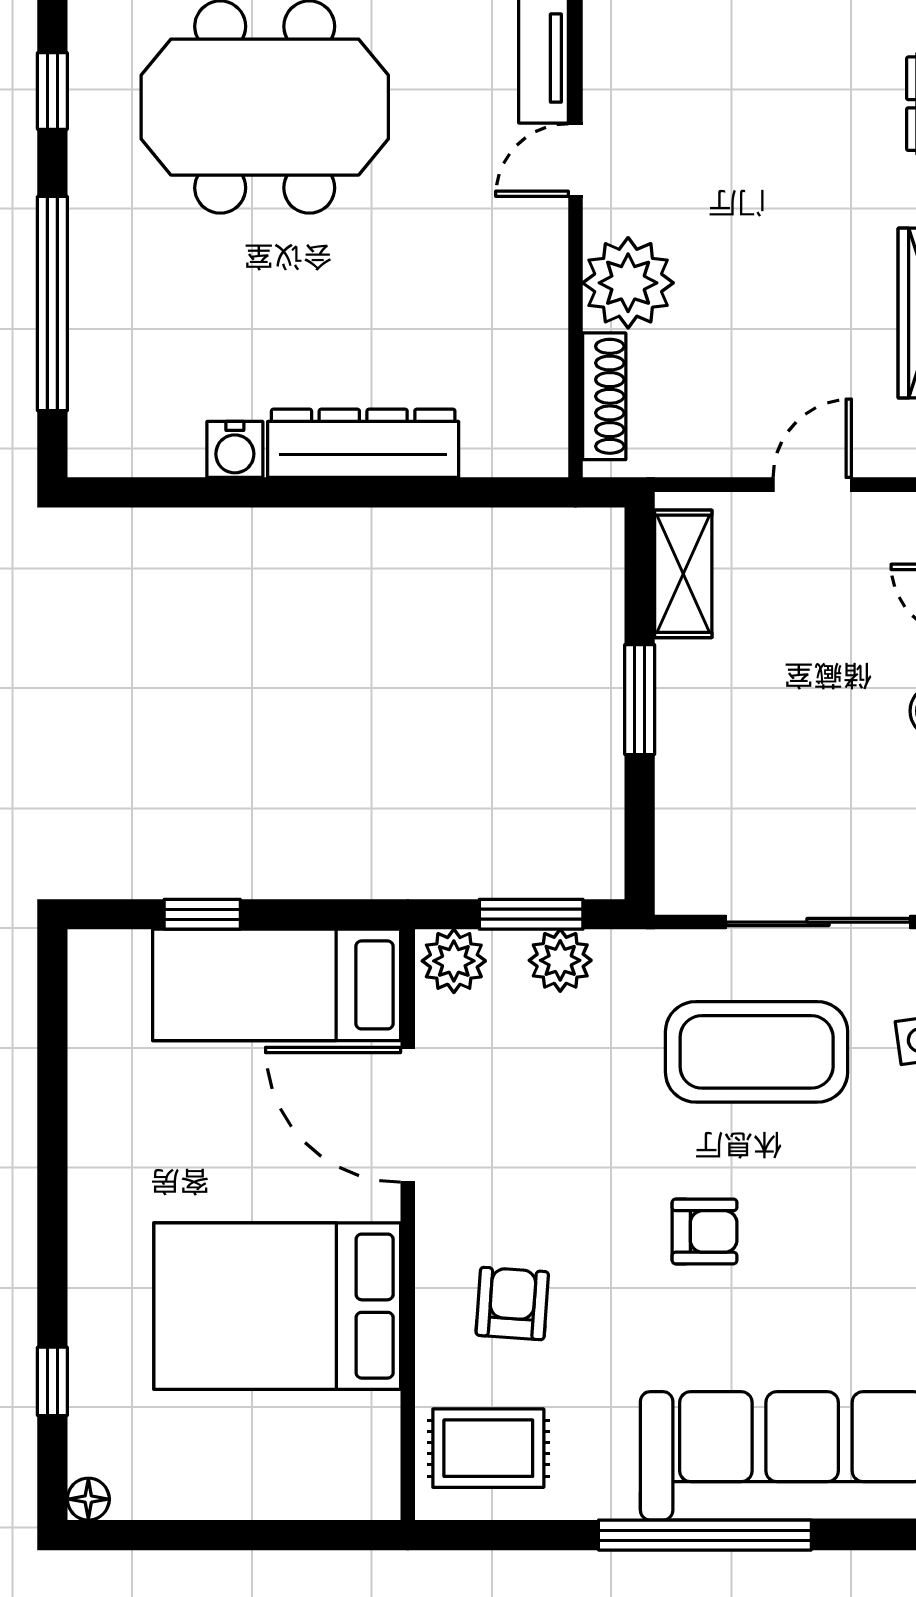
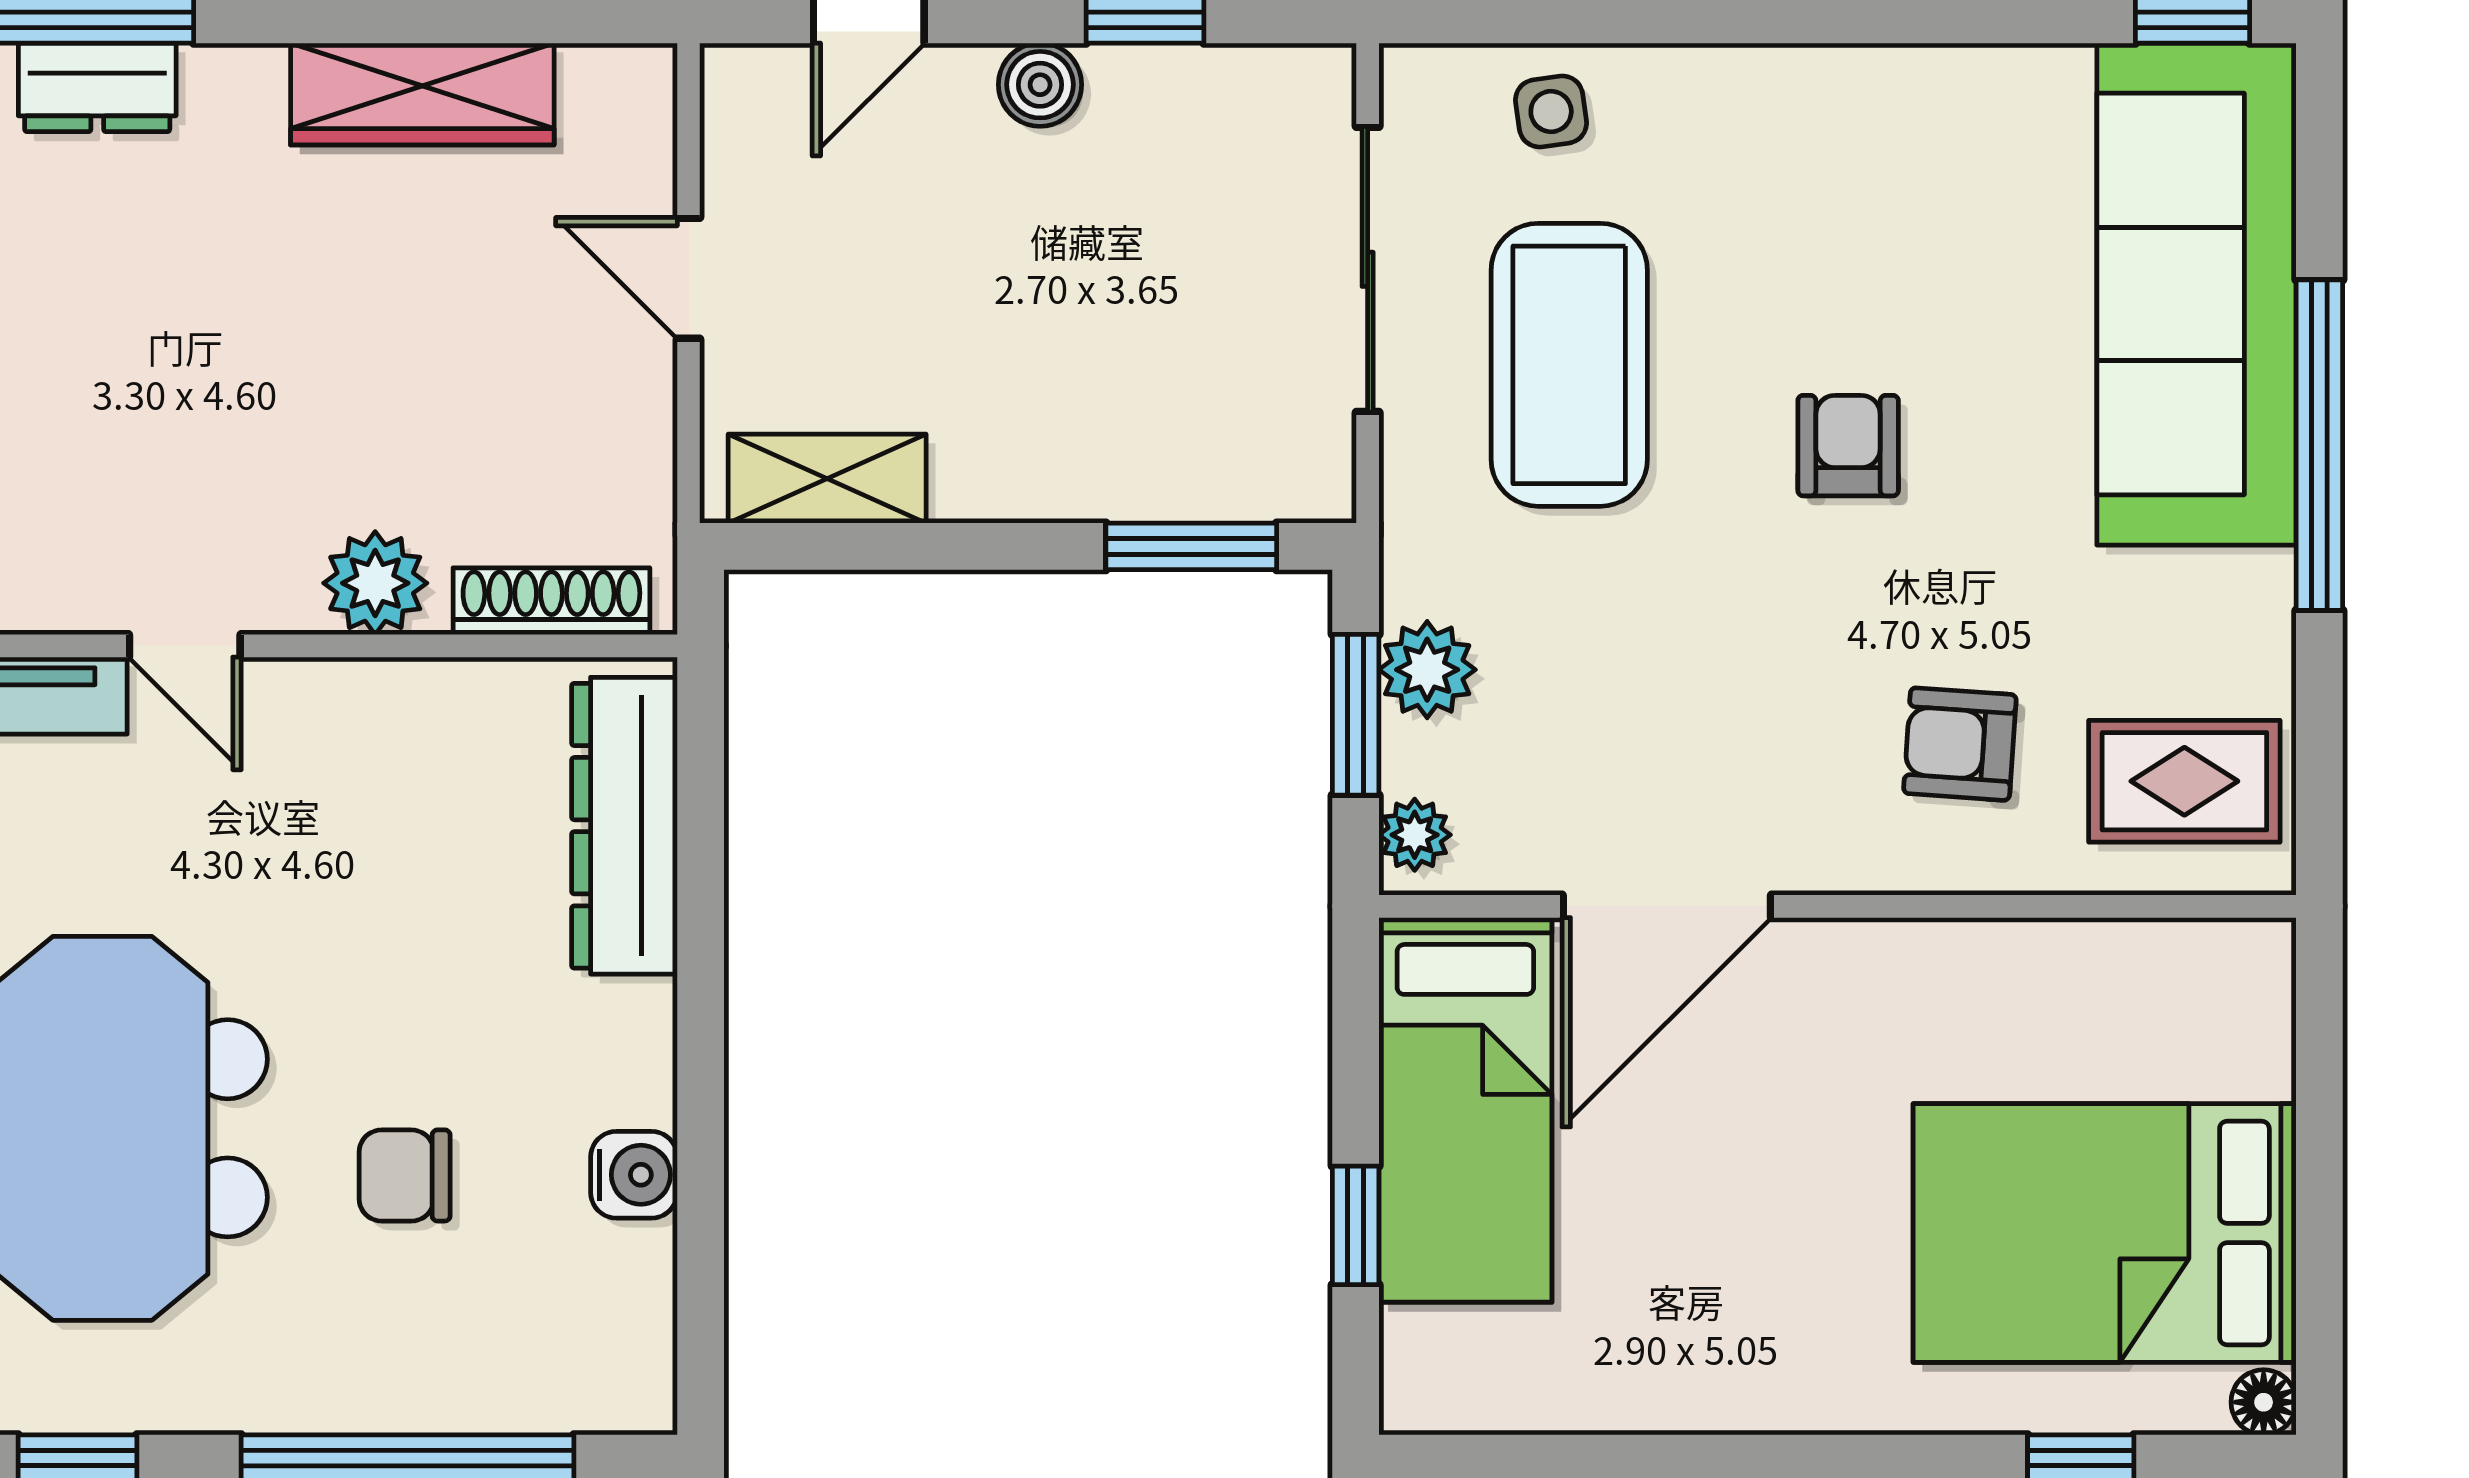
plant: (628, 283) -> (375, 583), width x0.73, depth x0.73
chair: (234, 302) -> (405, 1175), added
dresser: (363, 443) -> (624, 826), moved
window: (640, 700) -> (1191, 546), moved
plant: (454, 961) -> (1415, 835), width x0.73, depth x0.73
bed: (277, 1306) -> (2105, 1233), moved, turned 90
rug: (488, 1448) -> (2184, 781), turned 90

